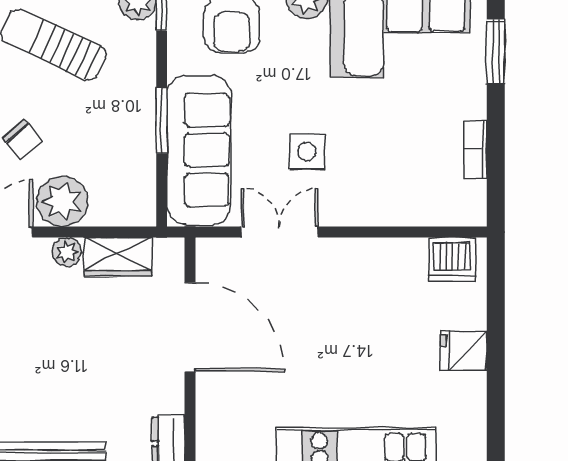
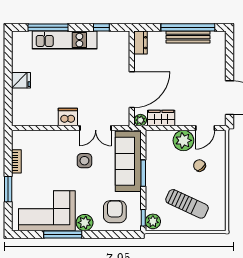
window: (496, 51) -> (8, 189), moved
plant: (67, 252) -> (141, 120), moved
dishwasher: (452, 259) -> (68, 117), moved
door: (190, 327) -> (132, 90), swing flipped

